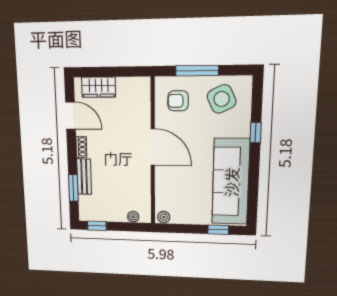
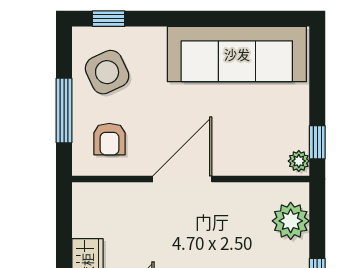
window: (256, 133) -> (109, 19), moved
plant: (133, 217) -> (291, 221), width x1.88, depth x1.88
window: (218, 230) -> (317, 142), moved

